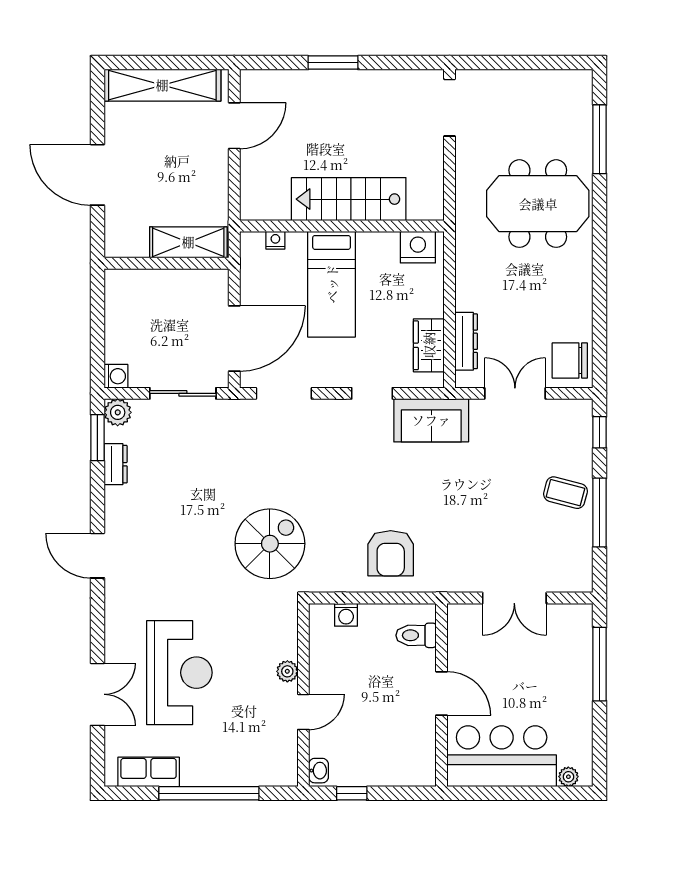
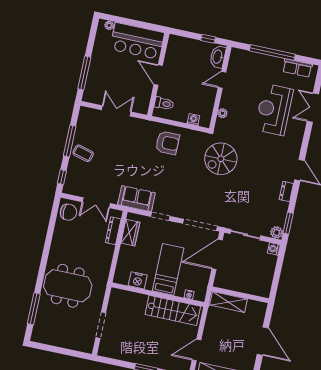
doorway: (449, 108) -> (101, 325), moved
stairs: (349, 199) -> (173, 310), moved
nightstand: (418, 247) -> (138, 280), moved
doorway: (284, 393) -> (200, 225), width x1.36
dresser: (116, 464) -> (286, 191), moved
armchair: (391, 553) -> (167, 143), turned 90
plant: (287, 671) -> (222, 113), moved
washbasin: (319, 771) -> (218, 57), width x1.91, depth x1.45

